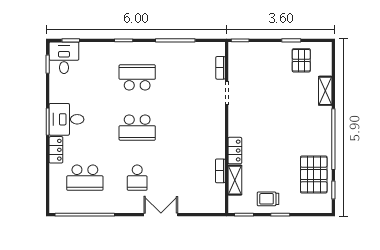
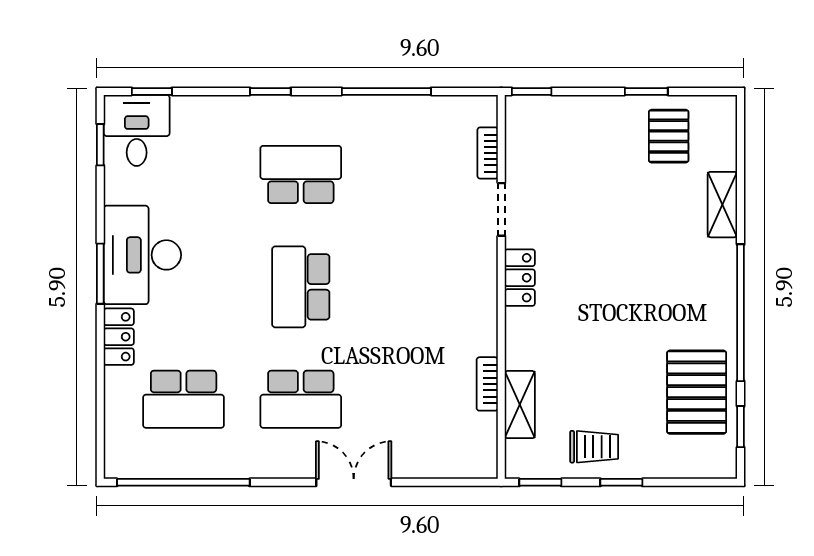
desk: (67, 119) -> (142, 255), width x1.37
school desk: (137, 128) -> (301, 287), turned 90
locker: (235, 151) -> (520, 278), moved
school desk: (137, 178) -> (301, 399), width x1.85
trolley: (268, 199) -> (594, 447), turned 180

